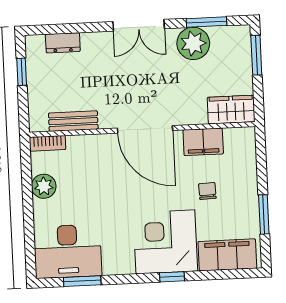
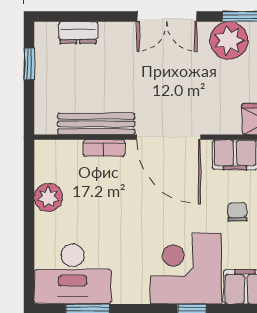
bench: (73, 121) -> (96, 124), width x1.36
bookcase: (47, 143) -> (104, 148), moved

